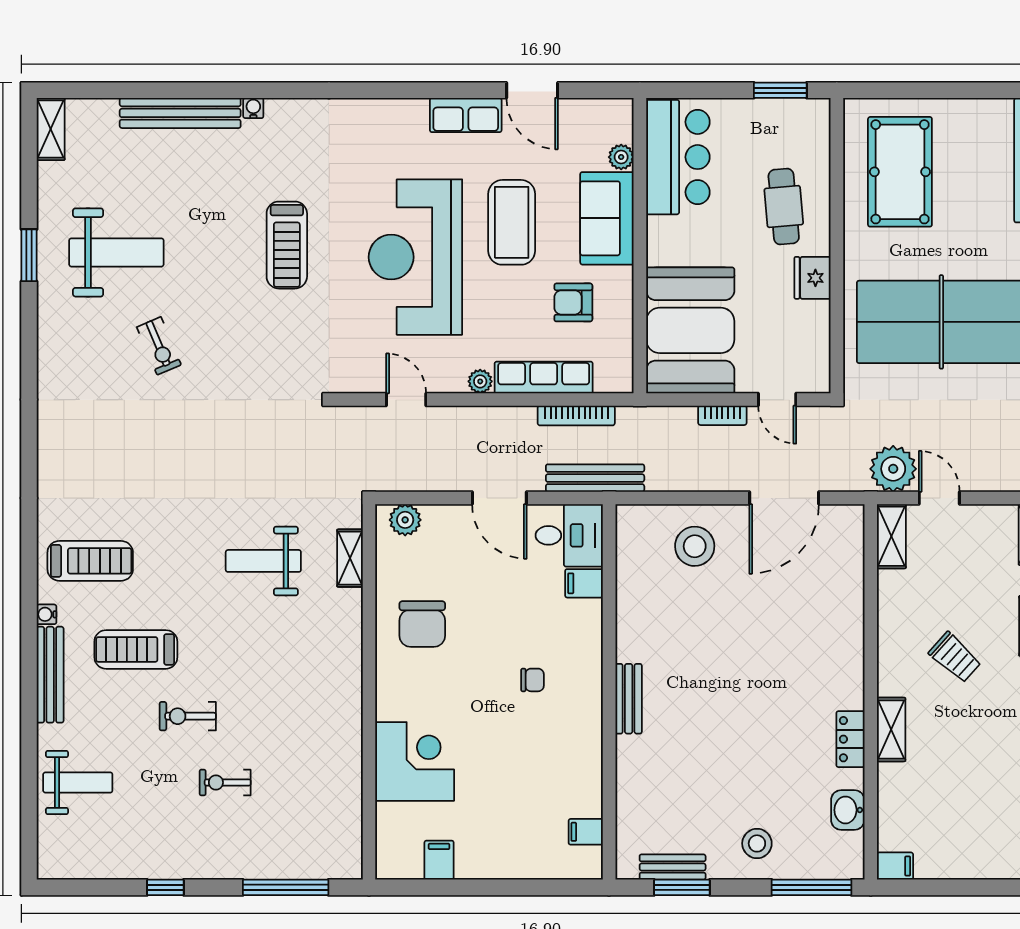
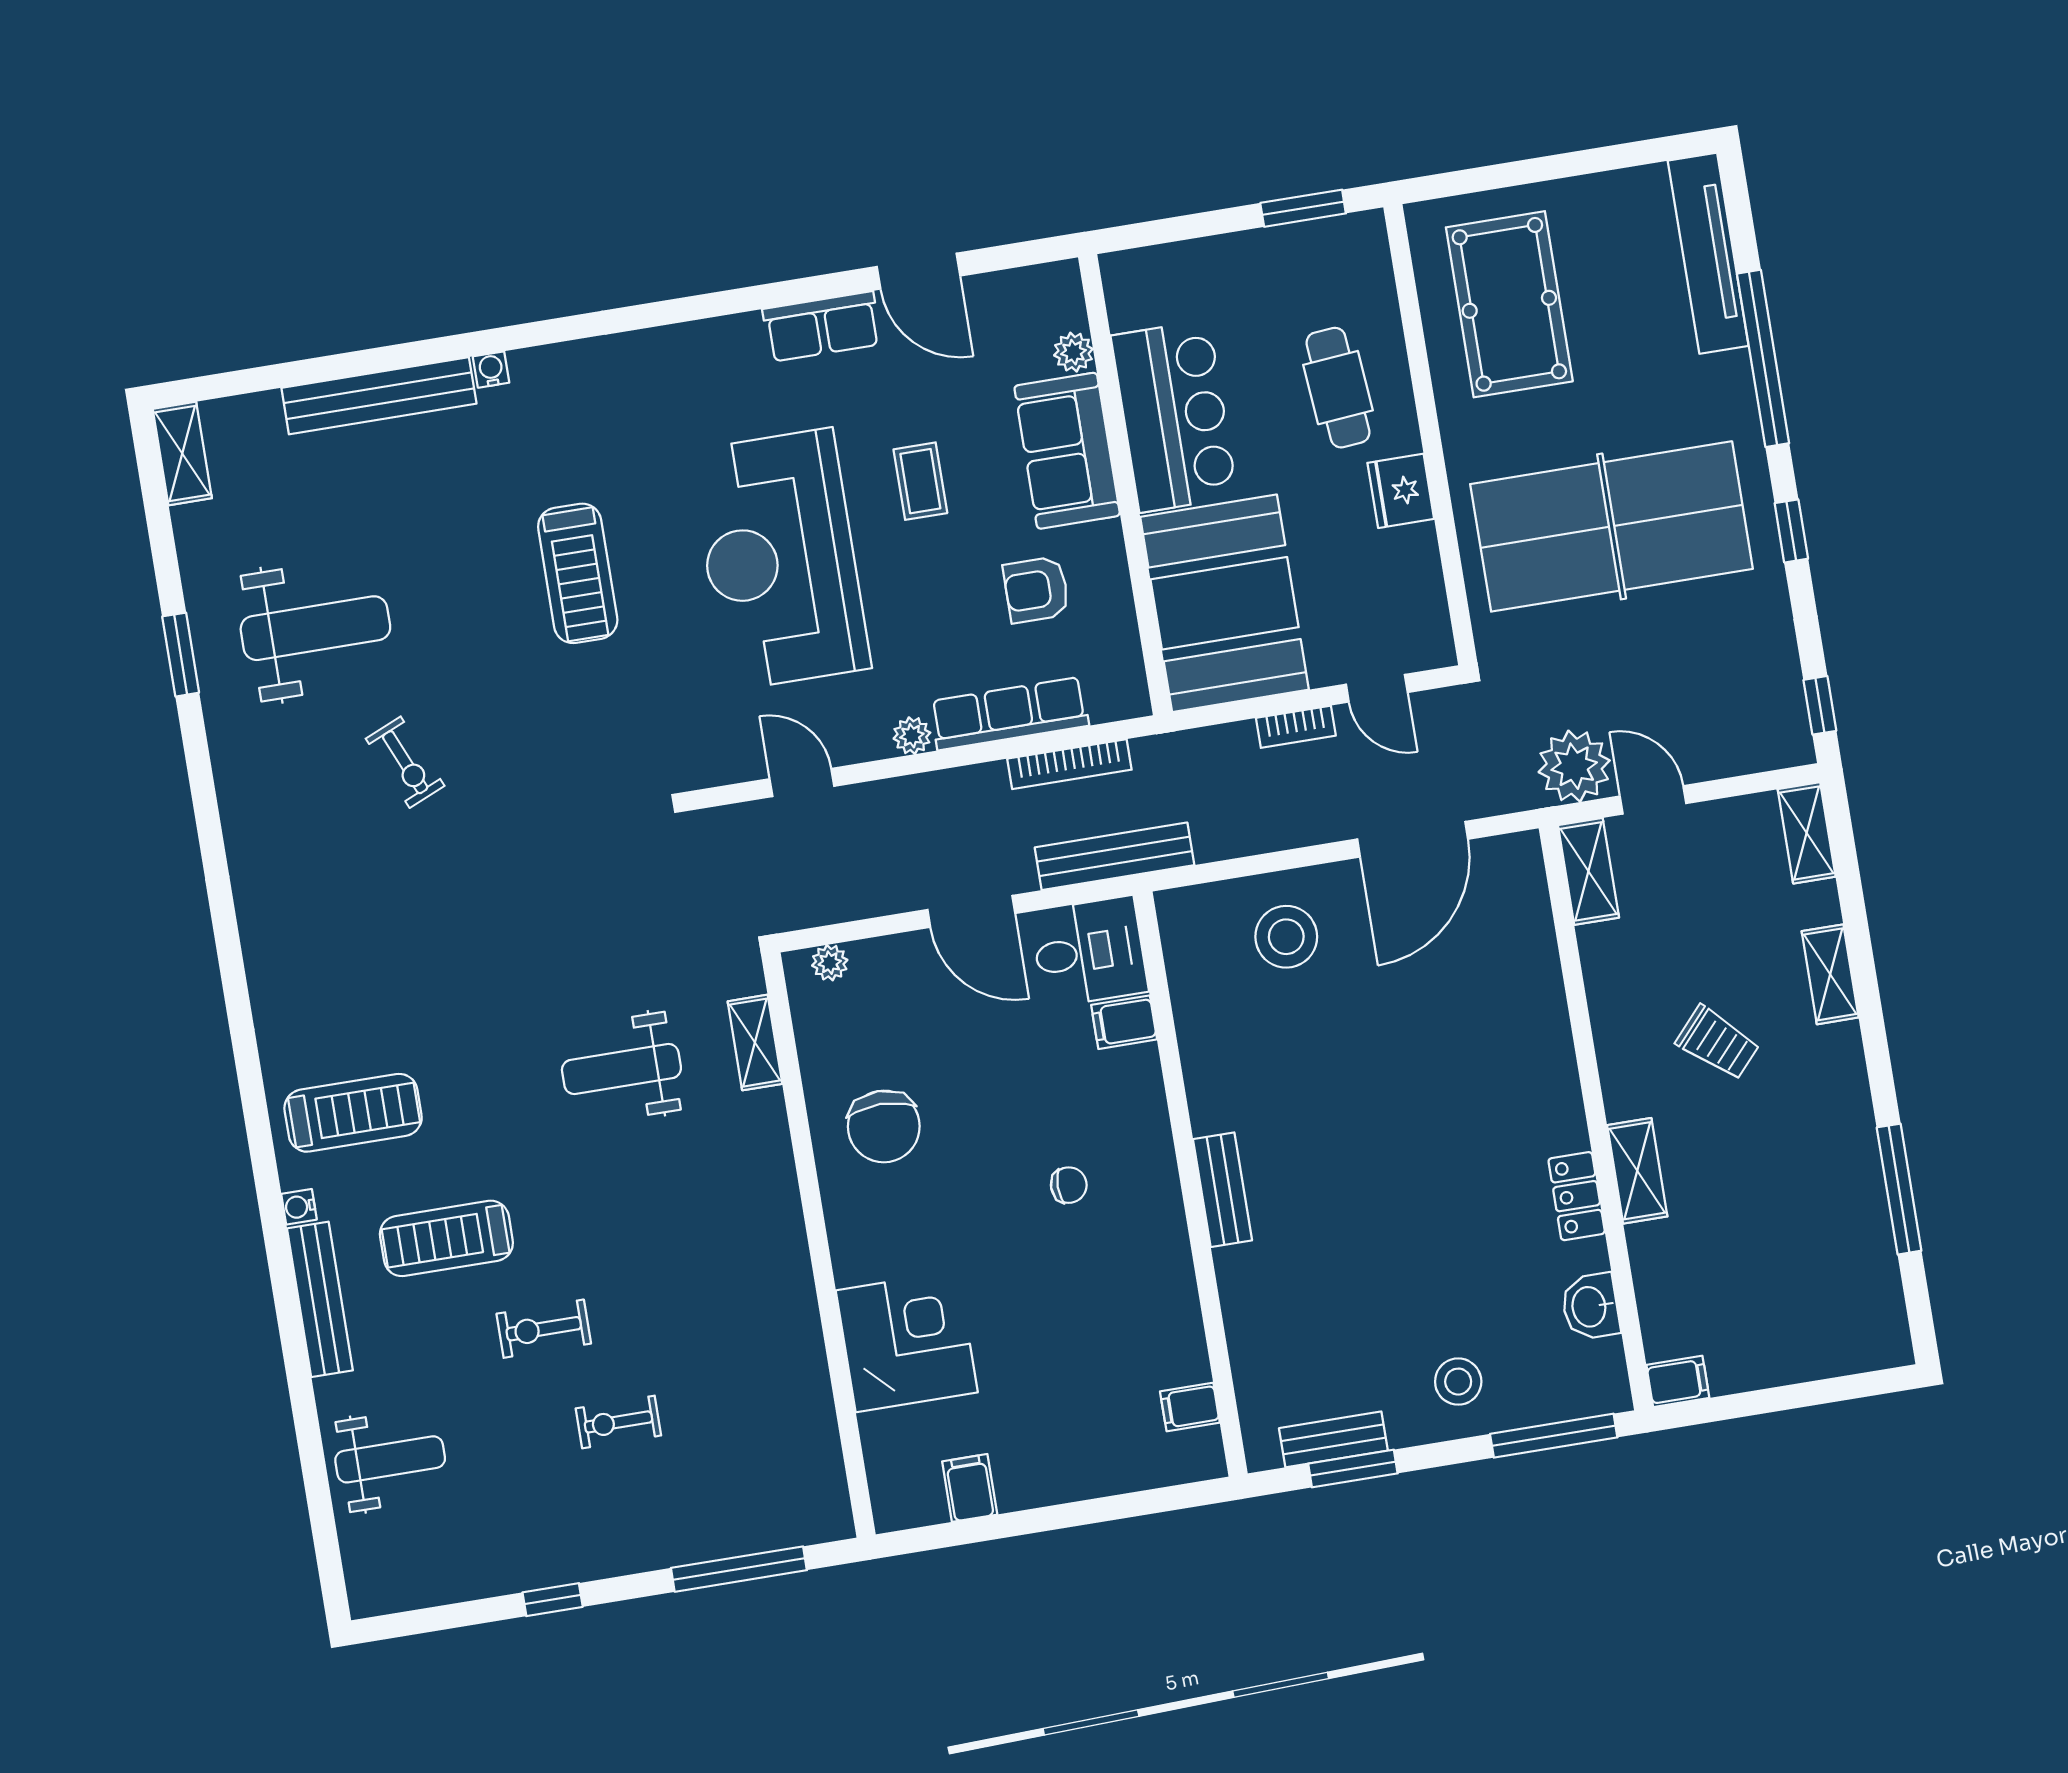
bar counter: (678, 157) -> (1174, 416), moved
coffee table: (512, 222) -> (920, 481), width x0.54, depth x0.58
plant: (405, 520) -> (830, 963), width x0.73, depth x0.73

